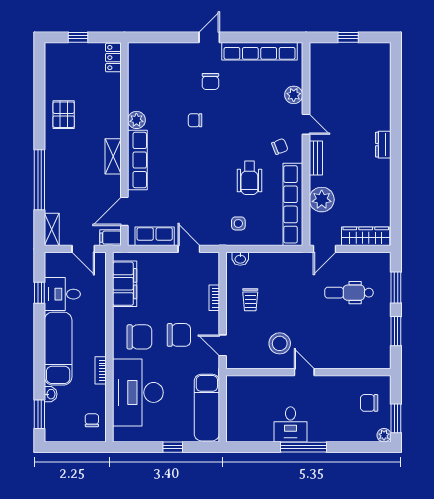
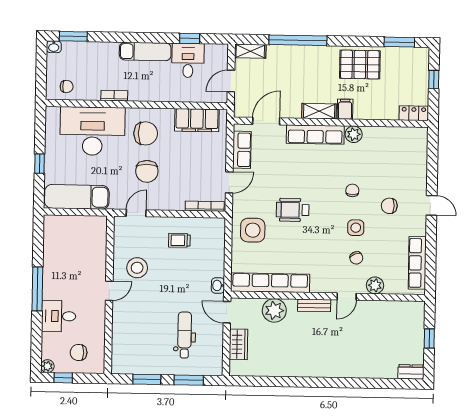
row of seats: (260, 51) -> (417, 263), width x0.73
window: (39, 74) -> (399, 42), added
pallet: (64, 115) -> (360, 65), width x1.50, depth x1.42
side table: (234, 116) -> (356, 228), added
dresser: (383, 145) -> (411, 372), moved
chair: (280, 147) -> (356, 258), moved
wheelchair: (249, 178) -> (293, 210), moved
door: (124, 211) -> (266, 121), hinge flipped
side table: (238, 223) -> (253, 230), width x1.87, depth x1.87
wardrobe: (366, 236) -> (238, 344), width x0.67
filing cabinet: (111, 238) -> (345, 109), moved
washbasin: (240, 259) -> (218, 285), moved
bookcase: (214, 298) -> (205, 206), moved, width x1.56
chair: (139, 337) -> (146, 133), turned -91
exam couch: (58, 349) -> (145, 51), width x0.73, depth x0.69
washbasin: (51, 394) -> (54, 47), moved
chair: (369, 403) -> (79, 352), turned -90
window: (396, 418) -> (63, 378), width x0.67
desk: (291, 424) -> (59, 316), moved

